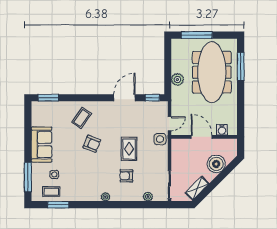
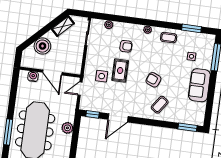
side table: (160, 139) -> (102, 76), moved
coffee table: (51, 192) -> (169, 38), moved

